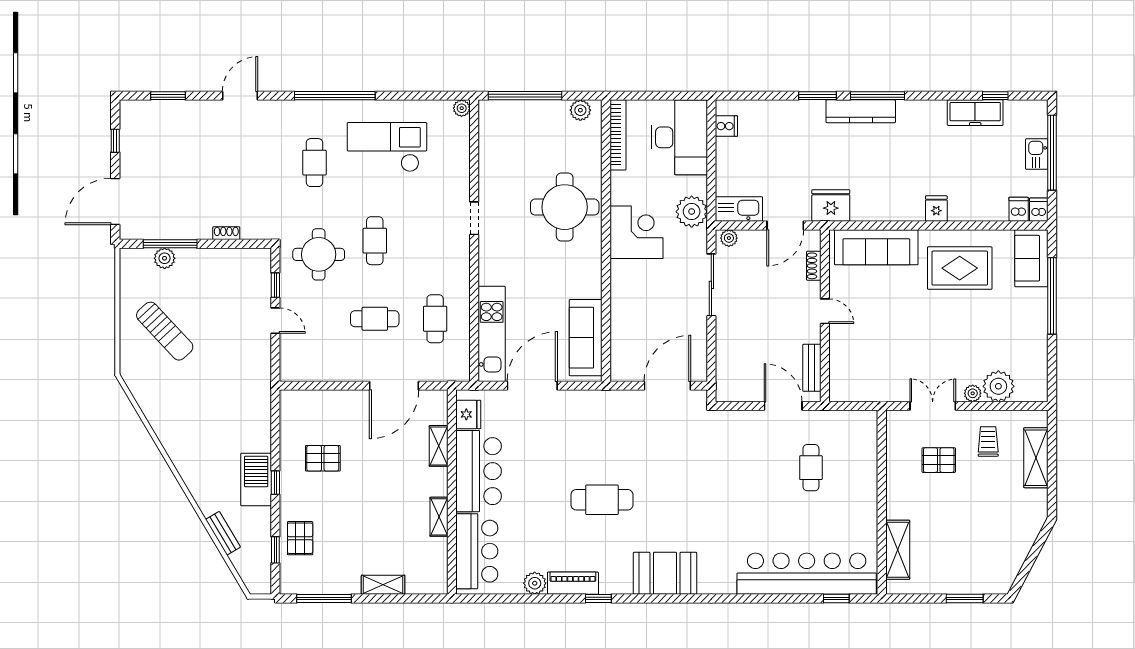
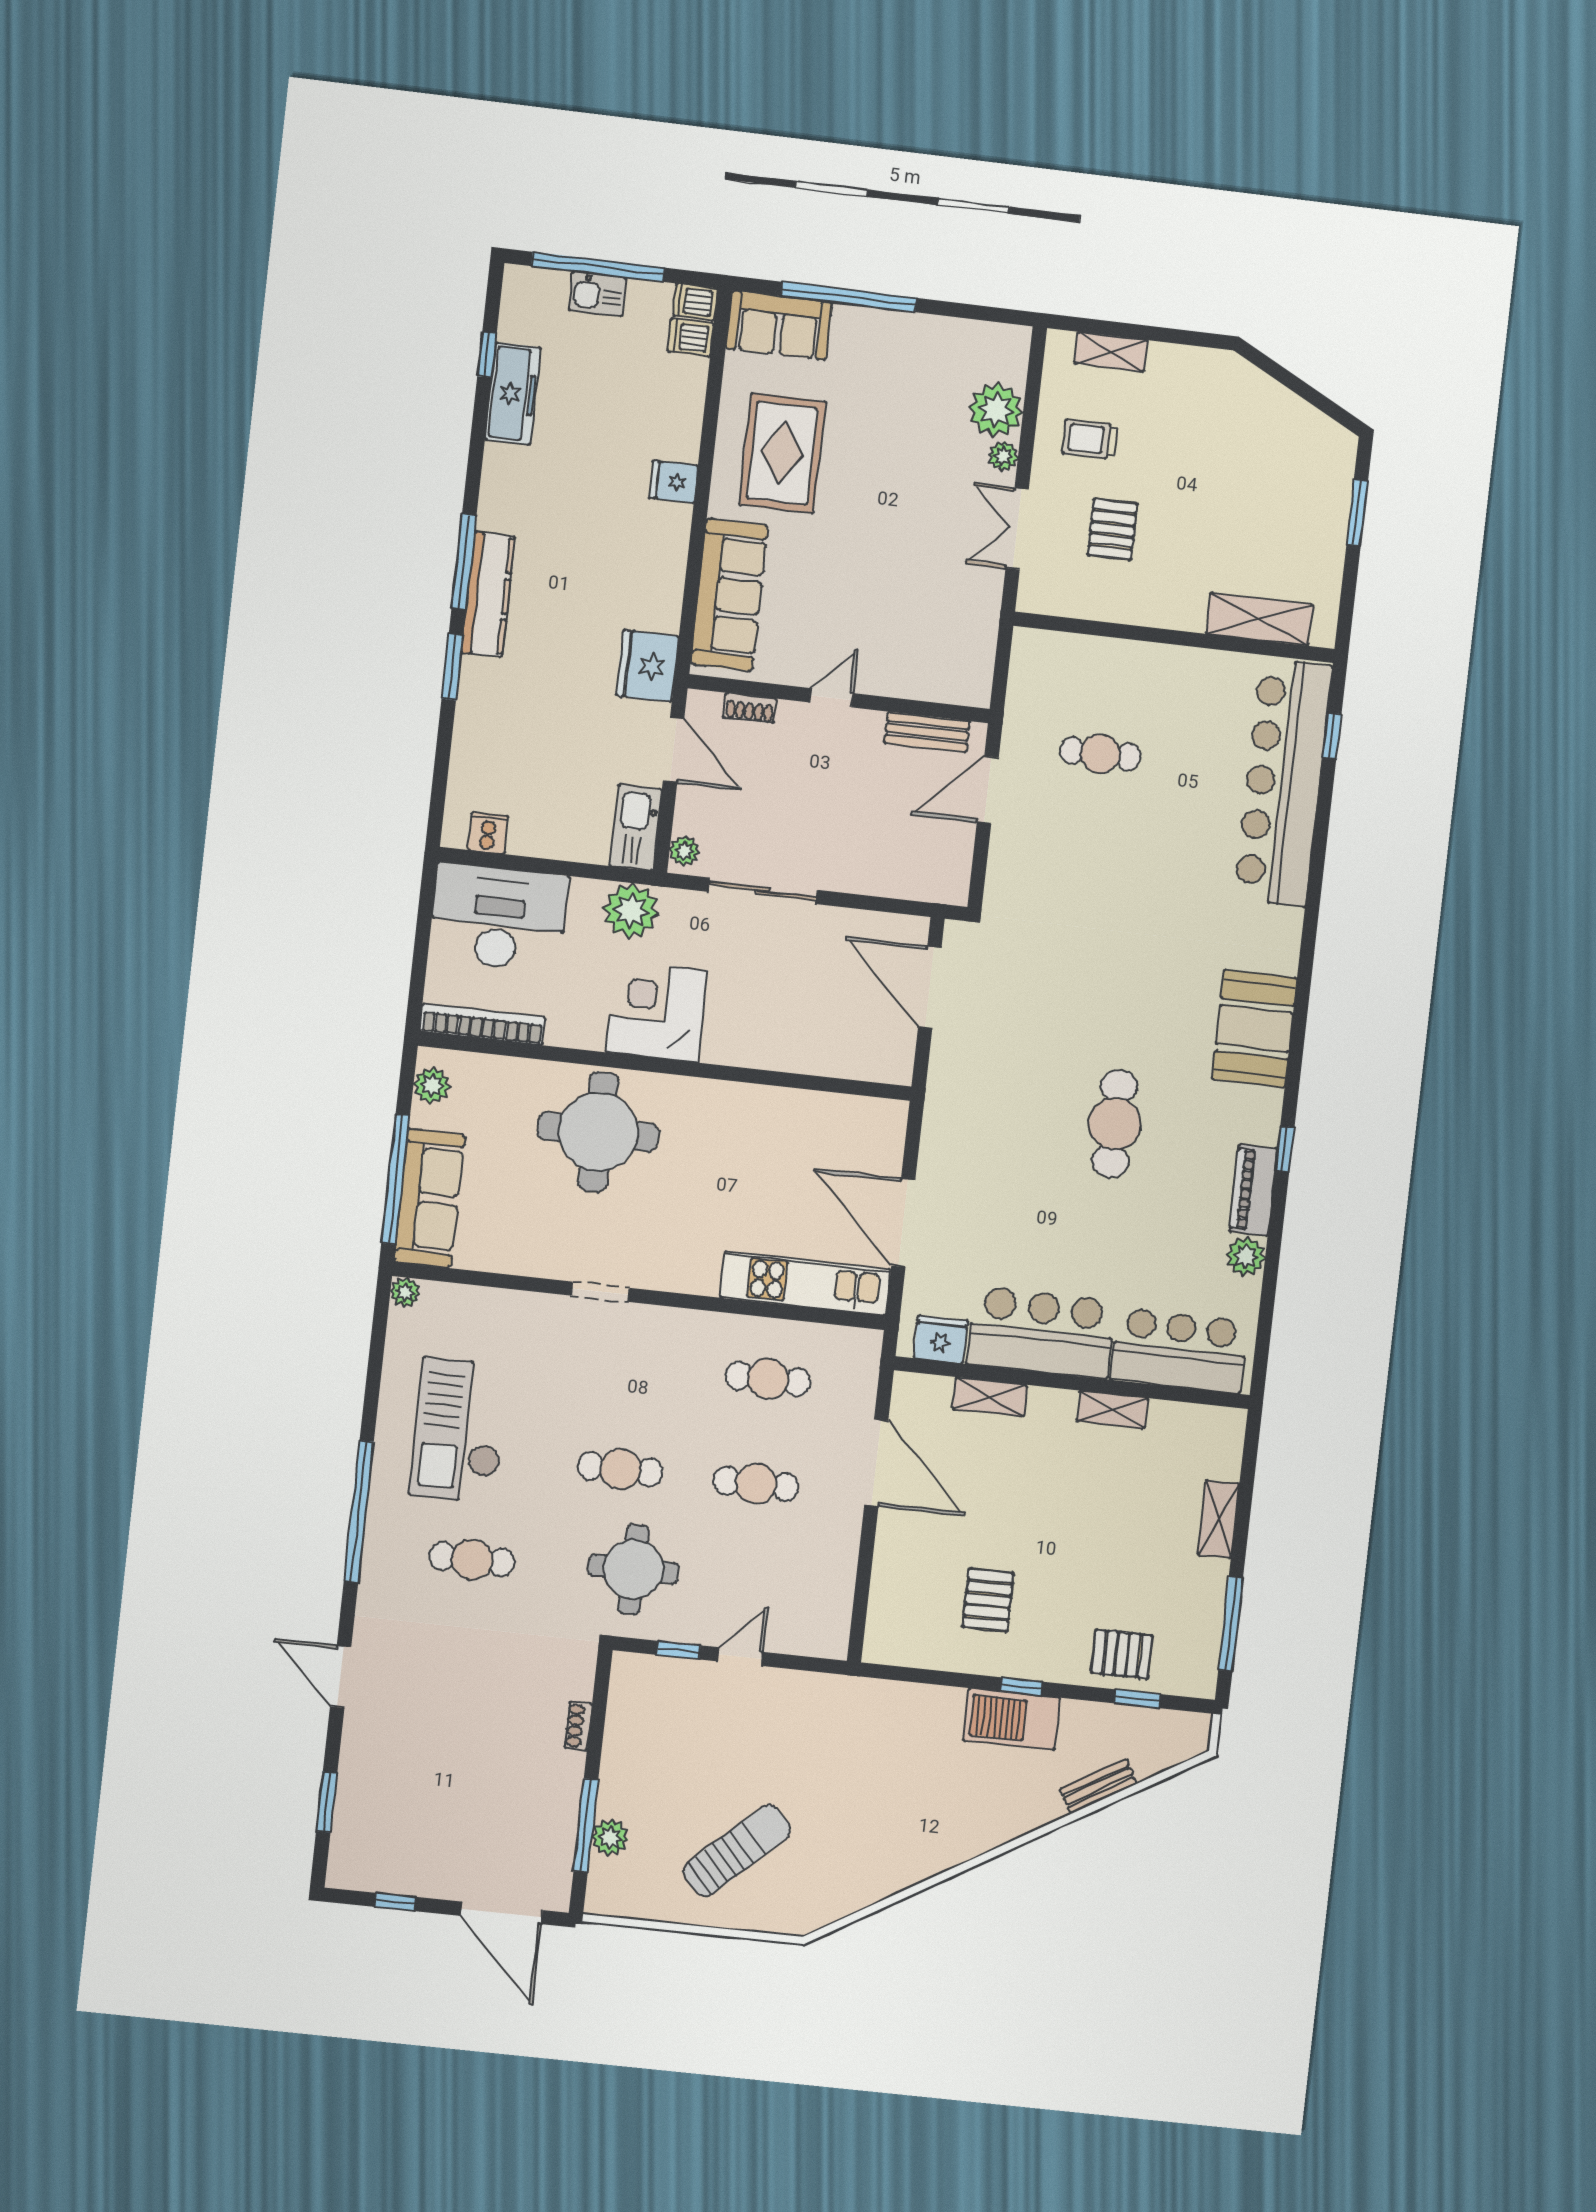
cafe table: (375, 319) -> (756, 1484), turned 90
sofa: (586, 338) -> (430, 1198), moved, turned -90
shelving: (1036, 458) -> (1111, 352), width x0.67, depth x0.75

